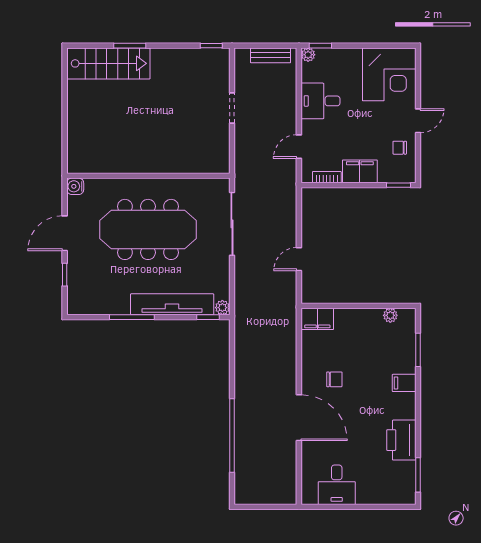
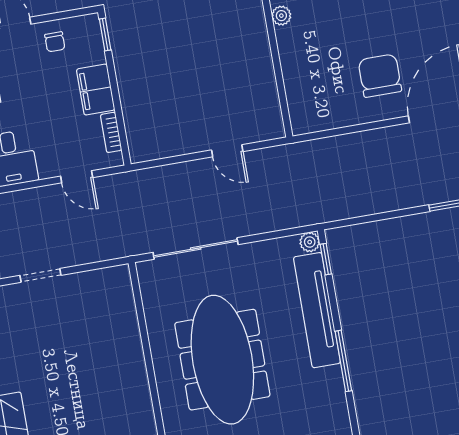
filing cabinet: (317, 319) -> (303, 112), removed
chair: (334, 379) -> (380, 76), width x1.87, depth x1.87

